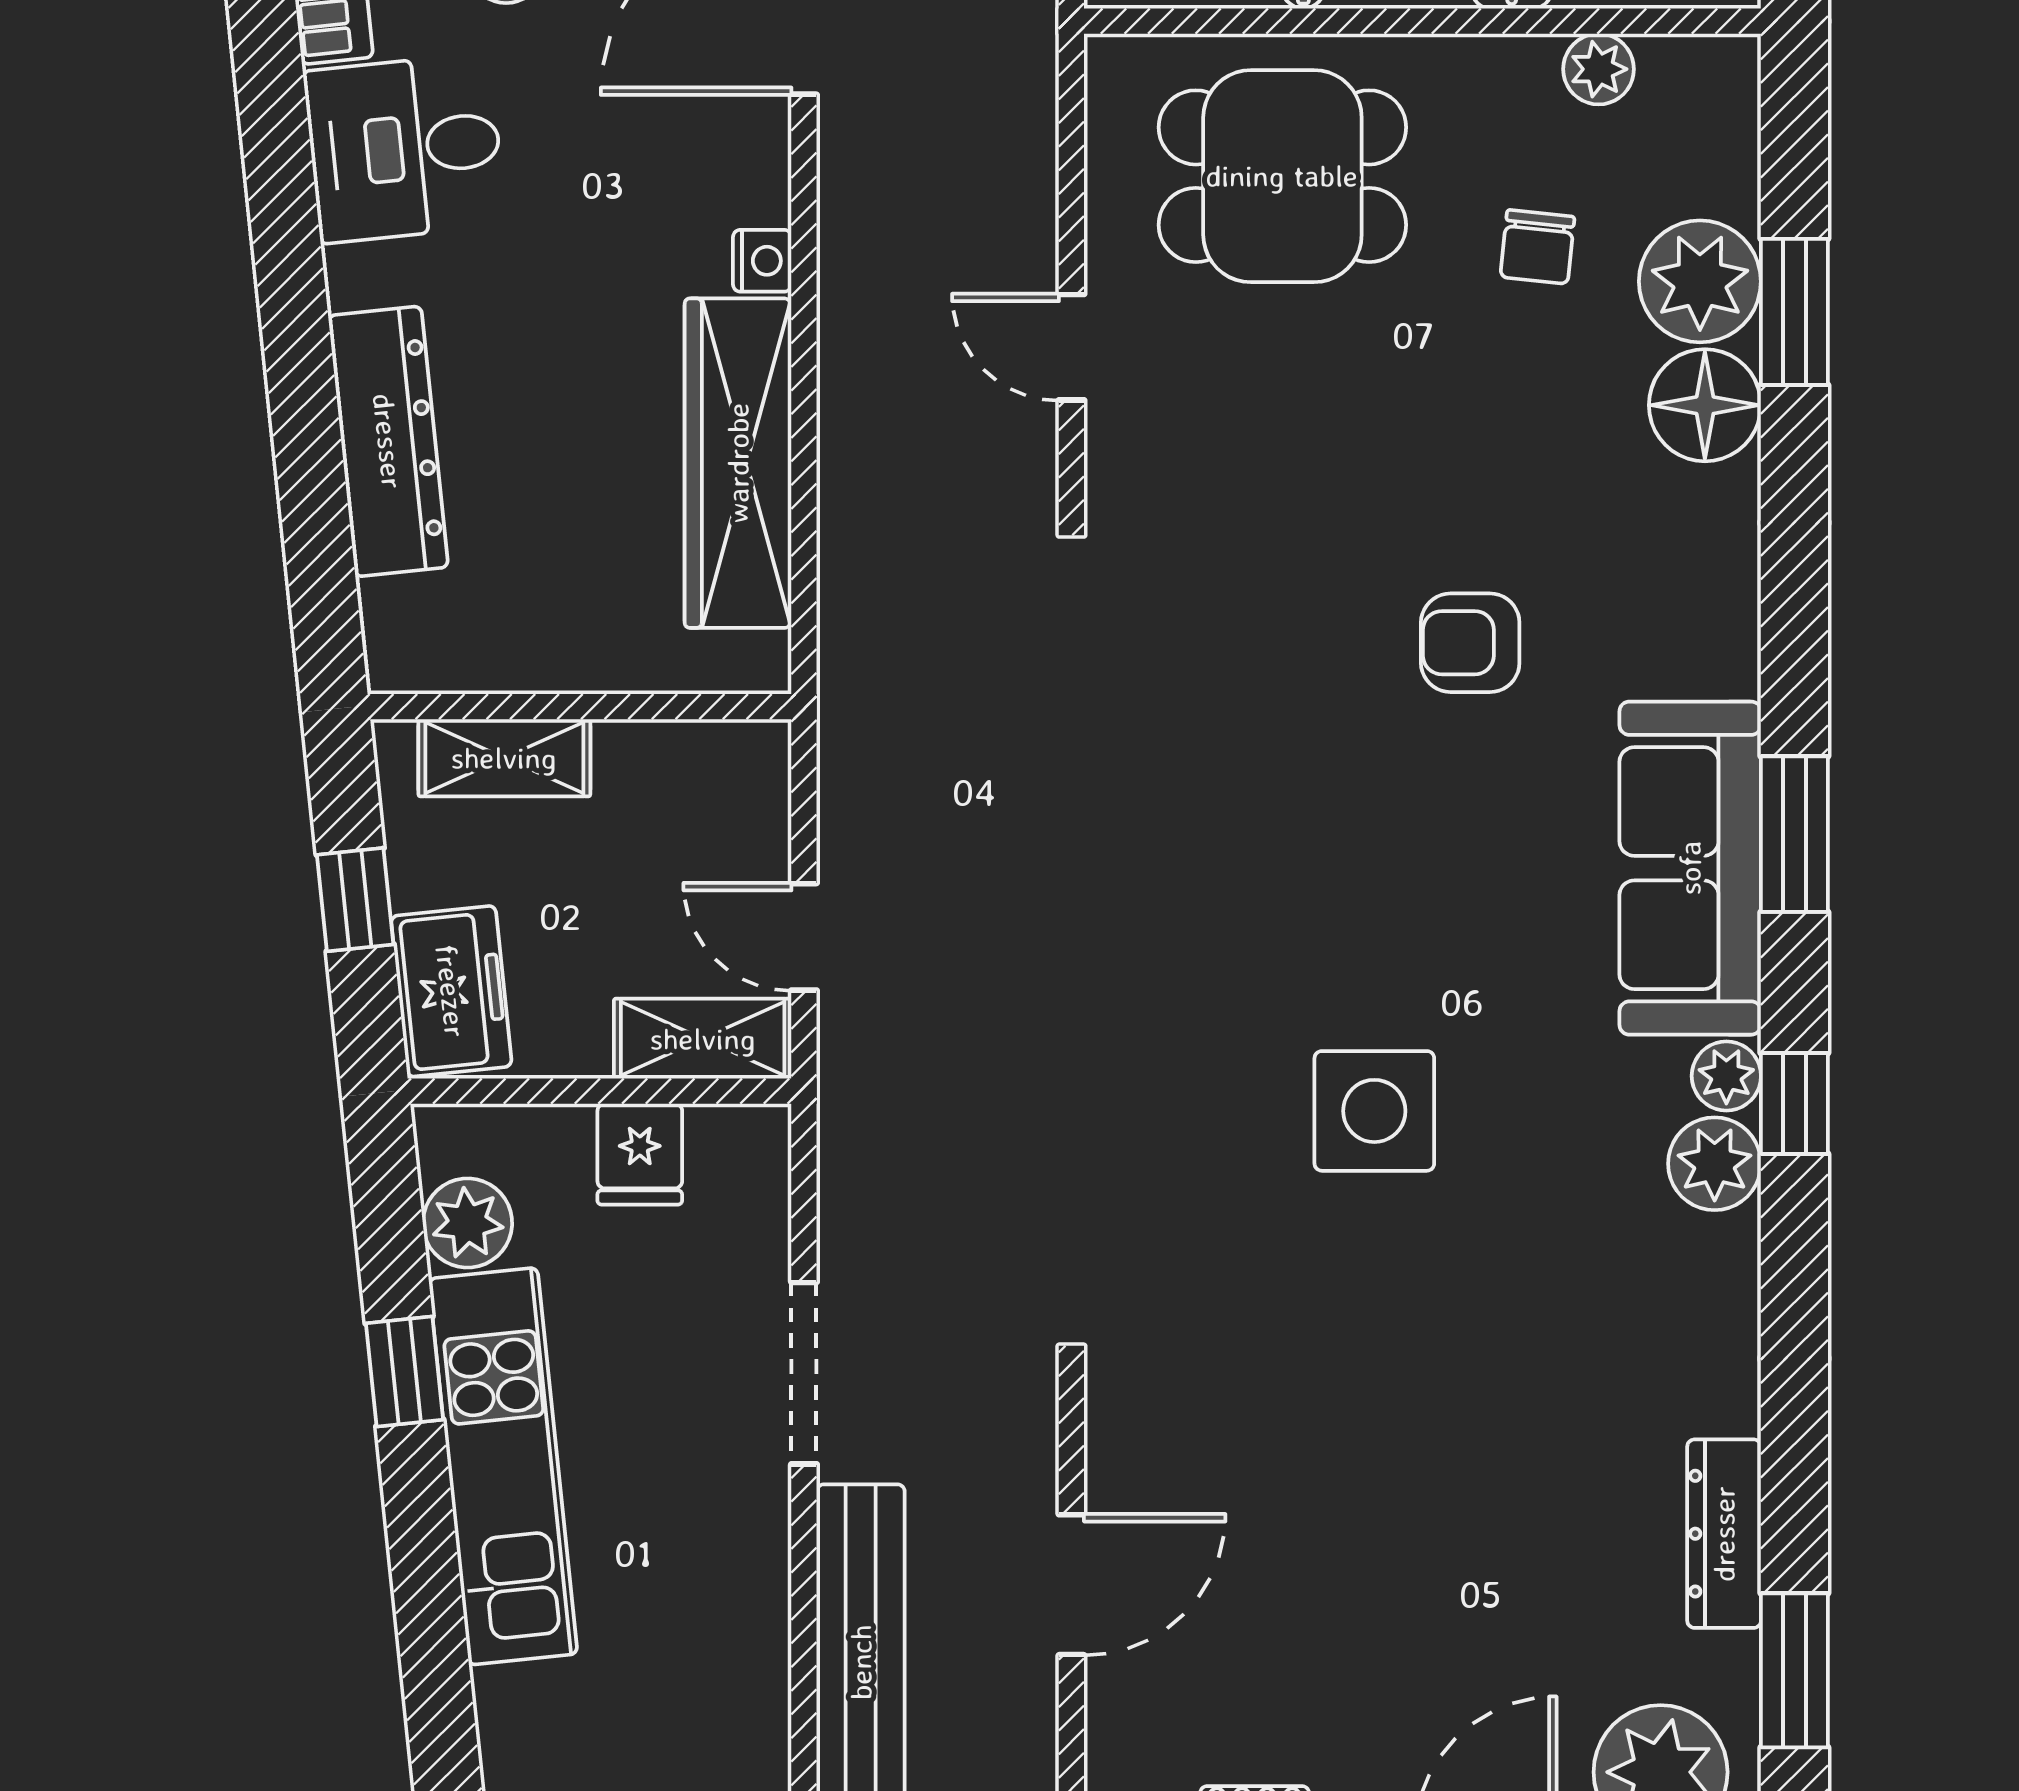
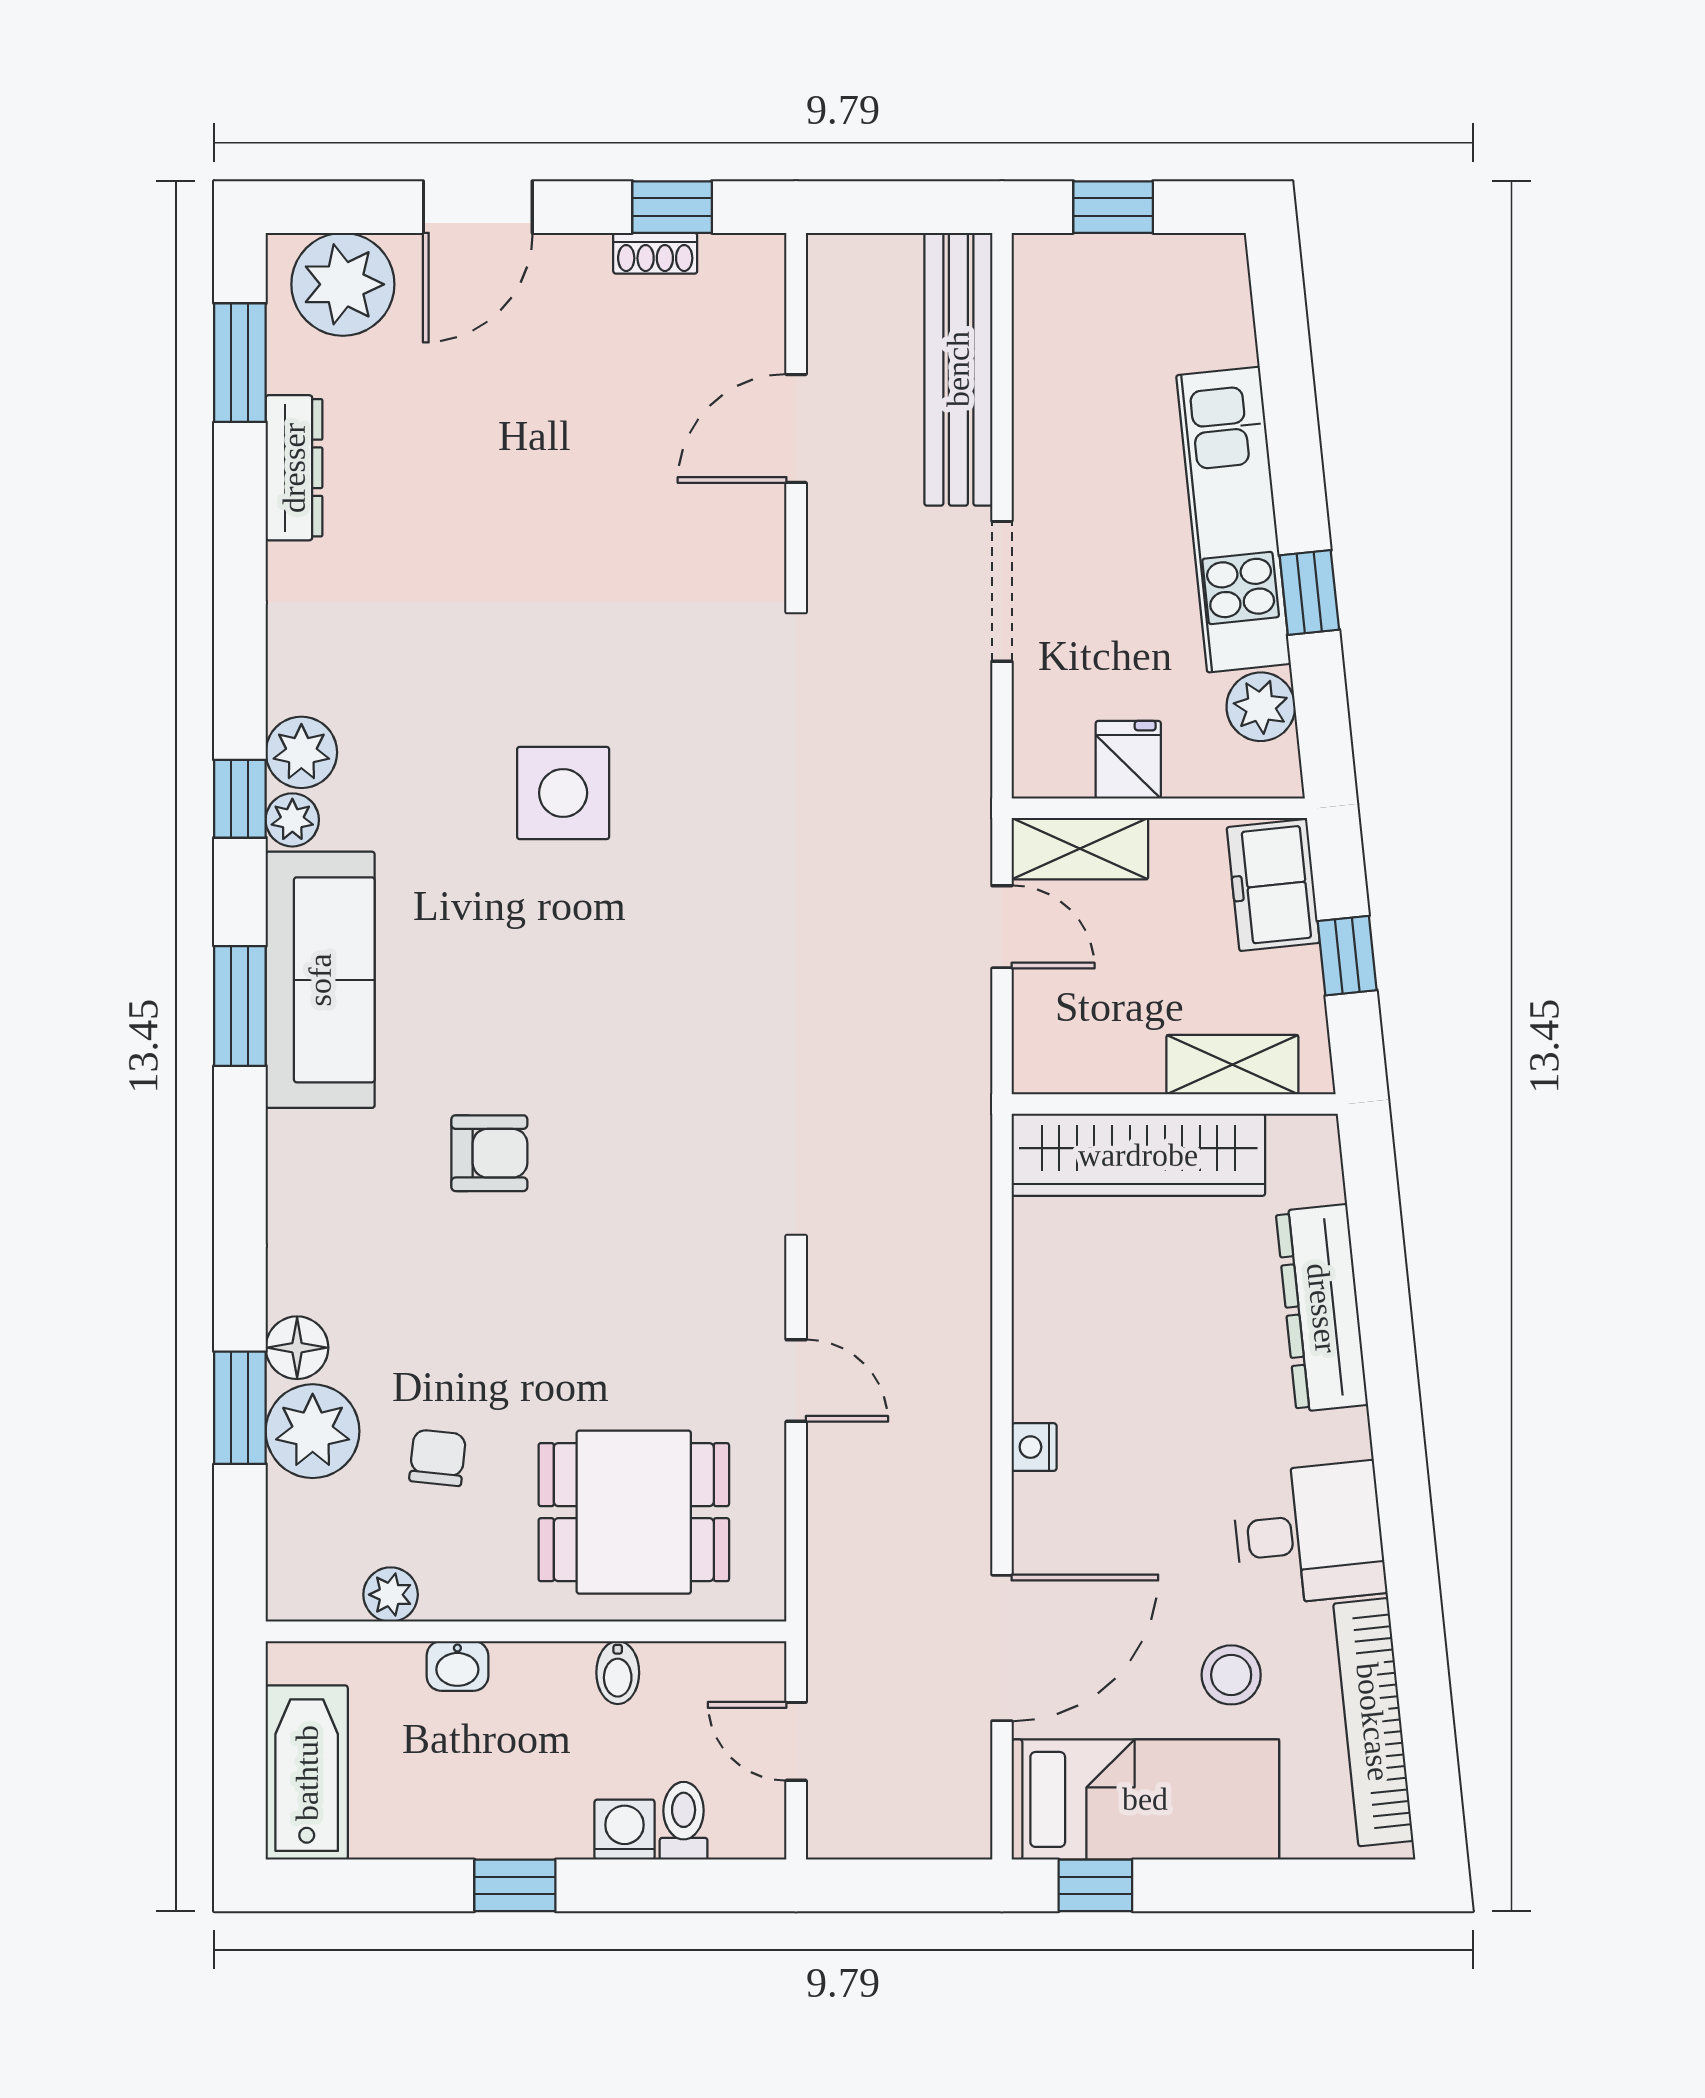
floor lamp: (1705, 405) -> (297, 1348), width x0.73, depth x0.73
wardrobe: (738, 463) -> (1138, 1155), moved, turned 90

